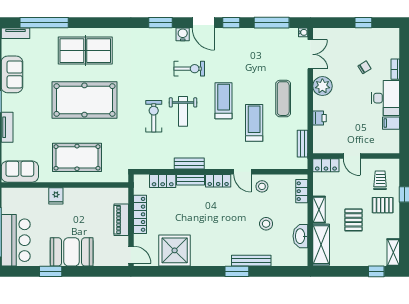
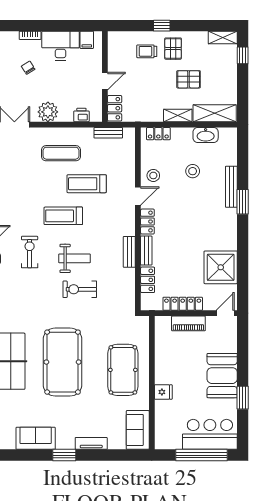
door: (352, 156) -> (105, 81), moved
wall: (356, 156) -> (105, 76), moved
locker: (326, 165) -> (115, 108), moved

